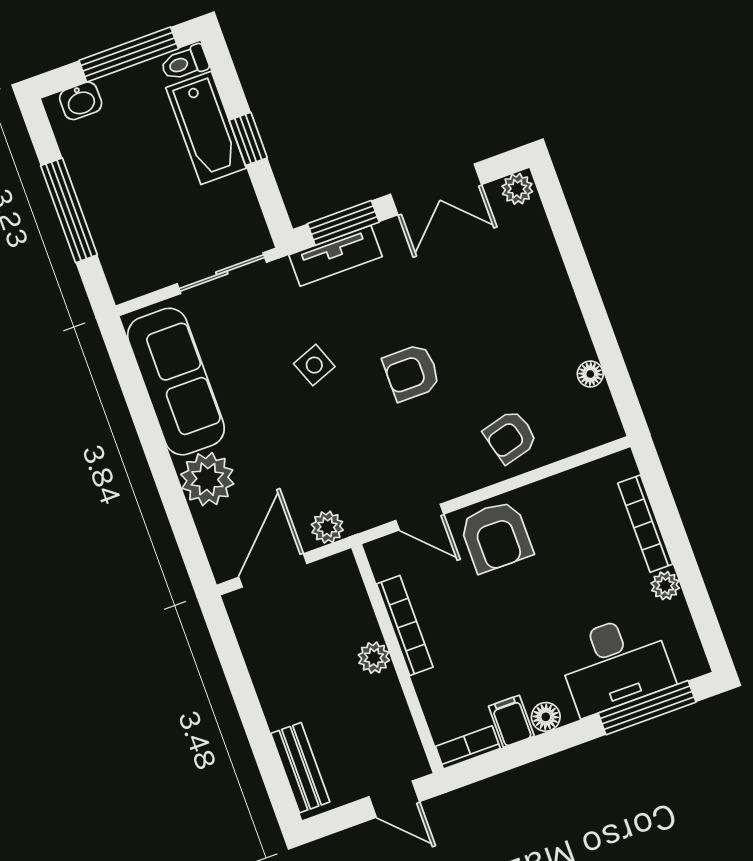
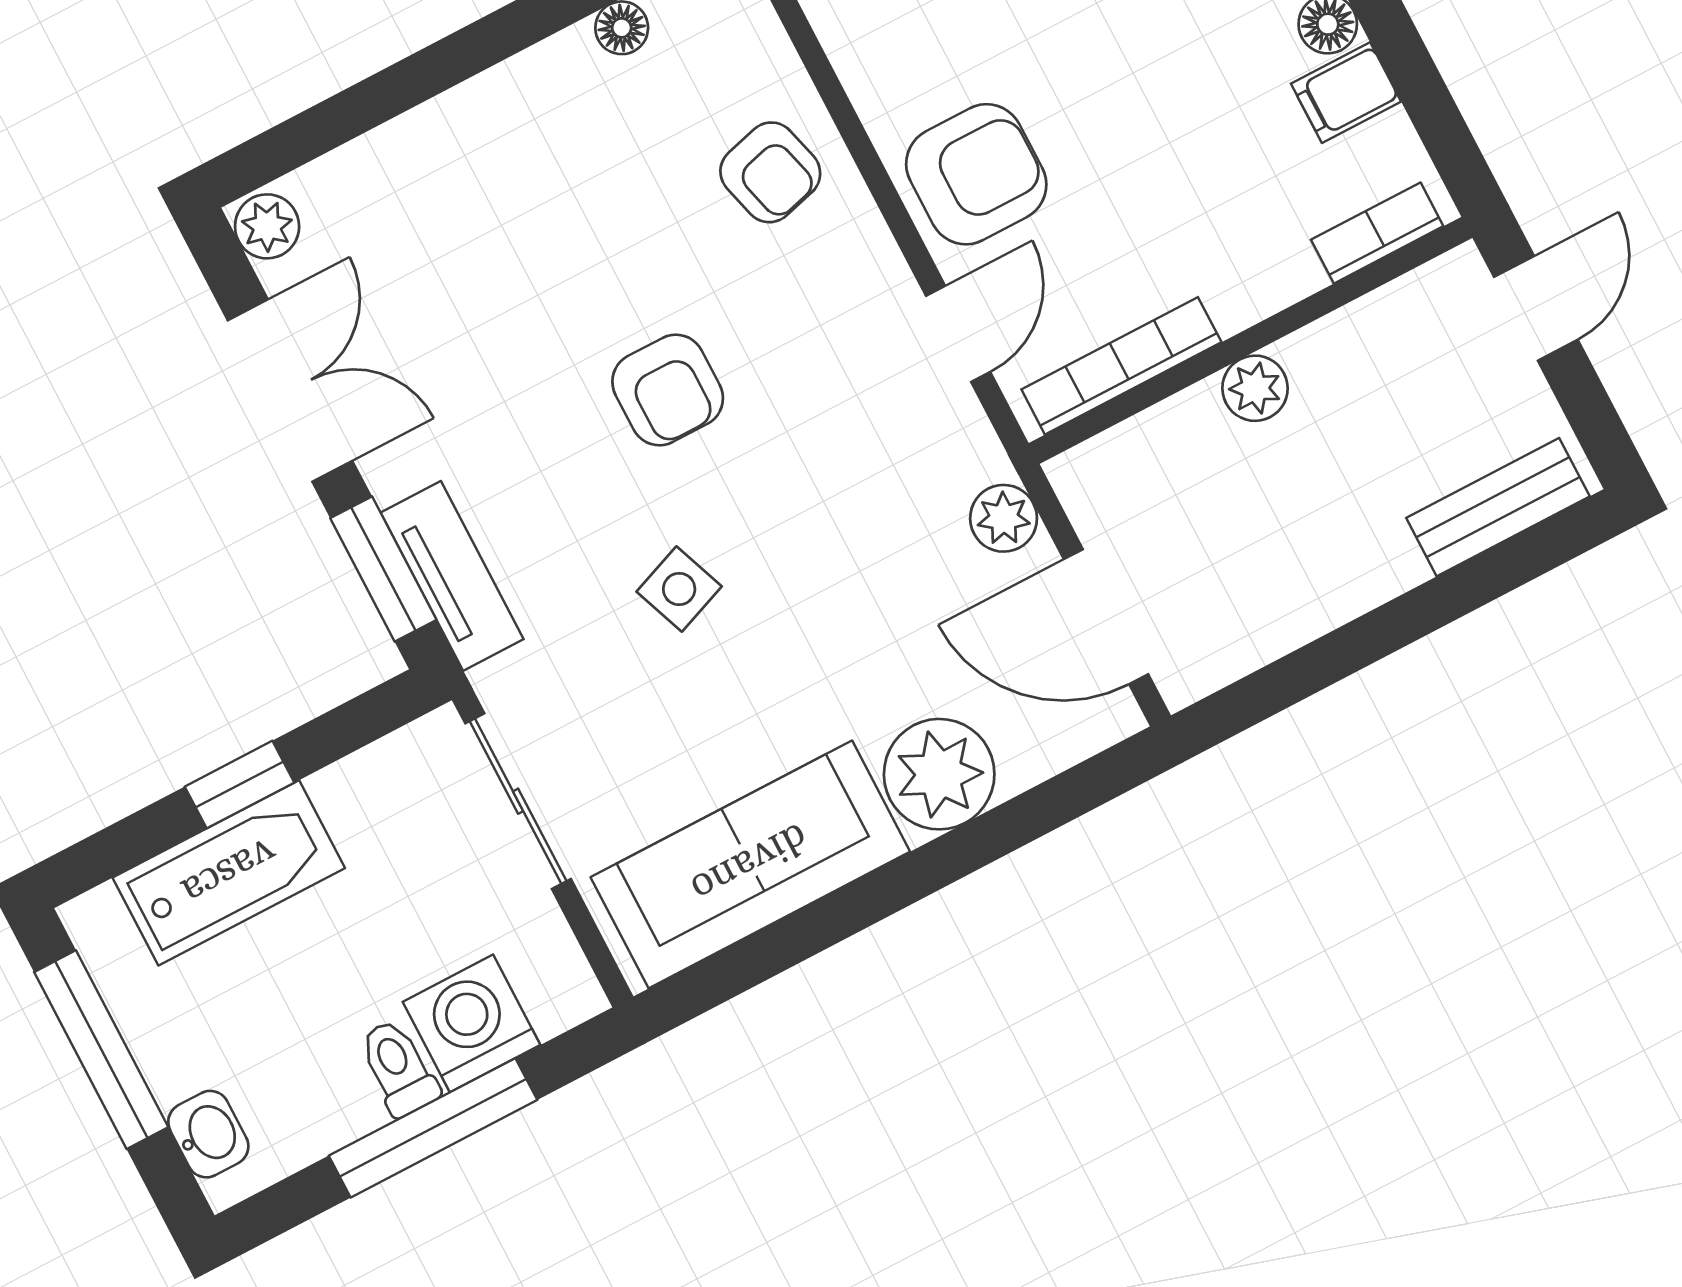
toilet: (185, 63) -> (398, 1068), moved, turned 180
washing machine: (117, 236) -> (472, 1023), added
bookcase: (405, 625) -> (1121, 366), moved
bookcase: (468, 747) -> (1377, 233), moved, turned 90

